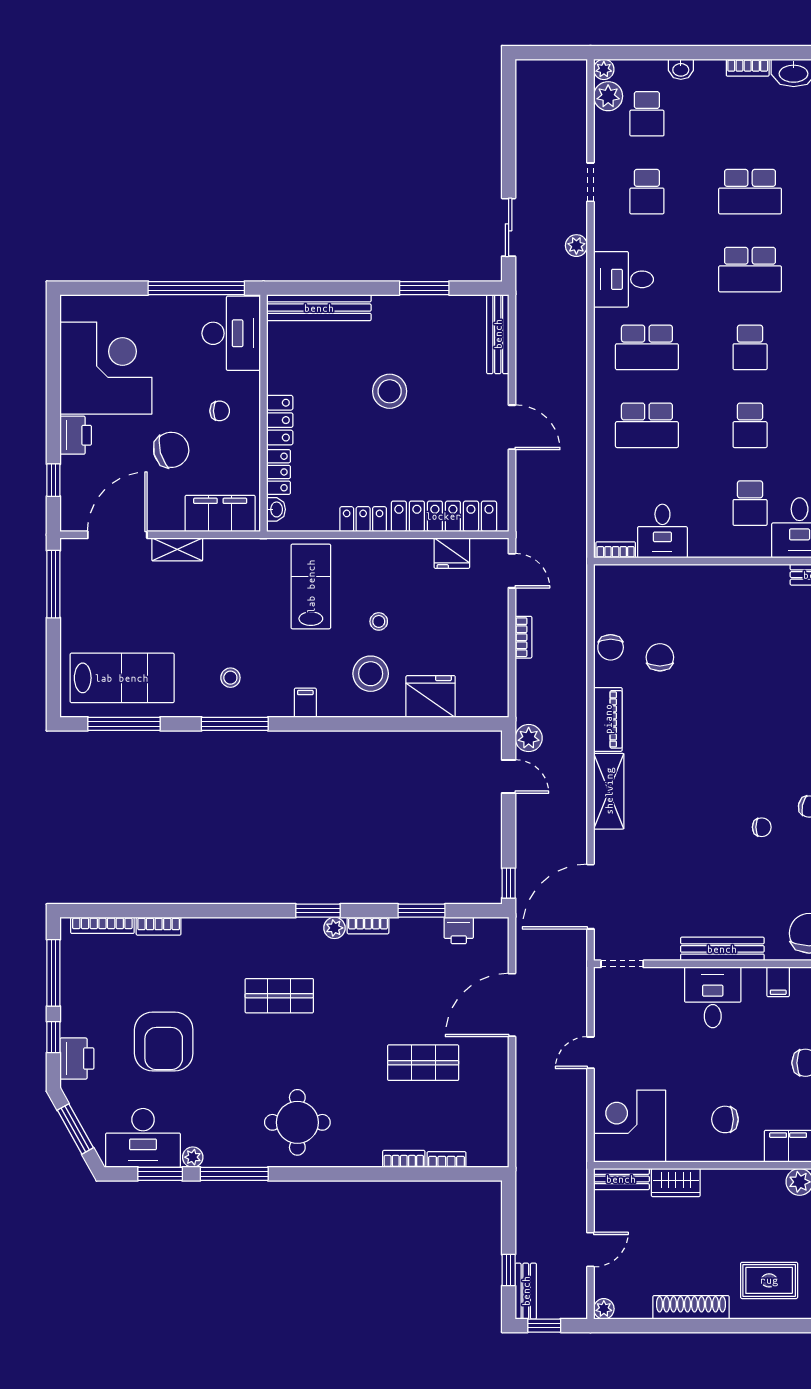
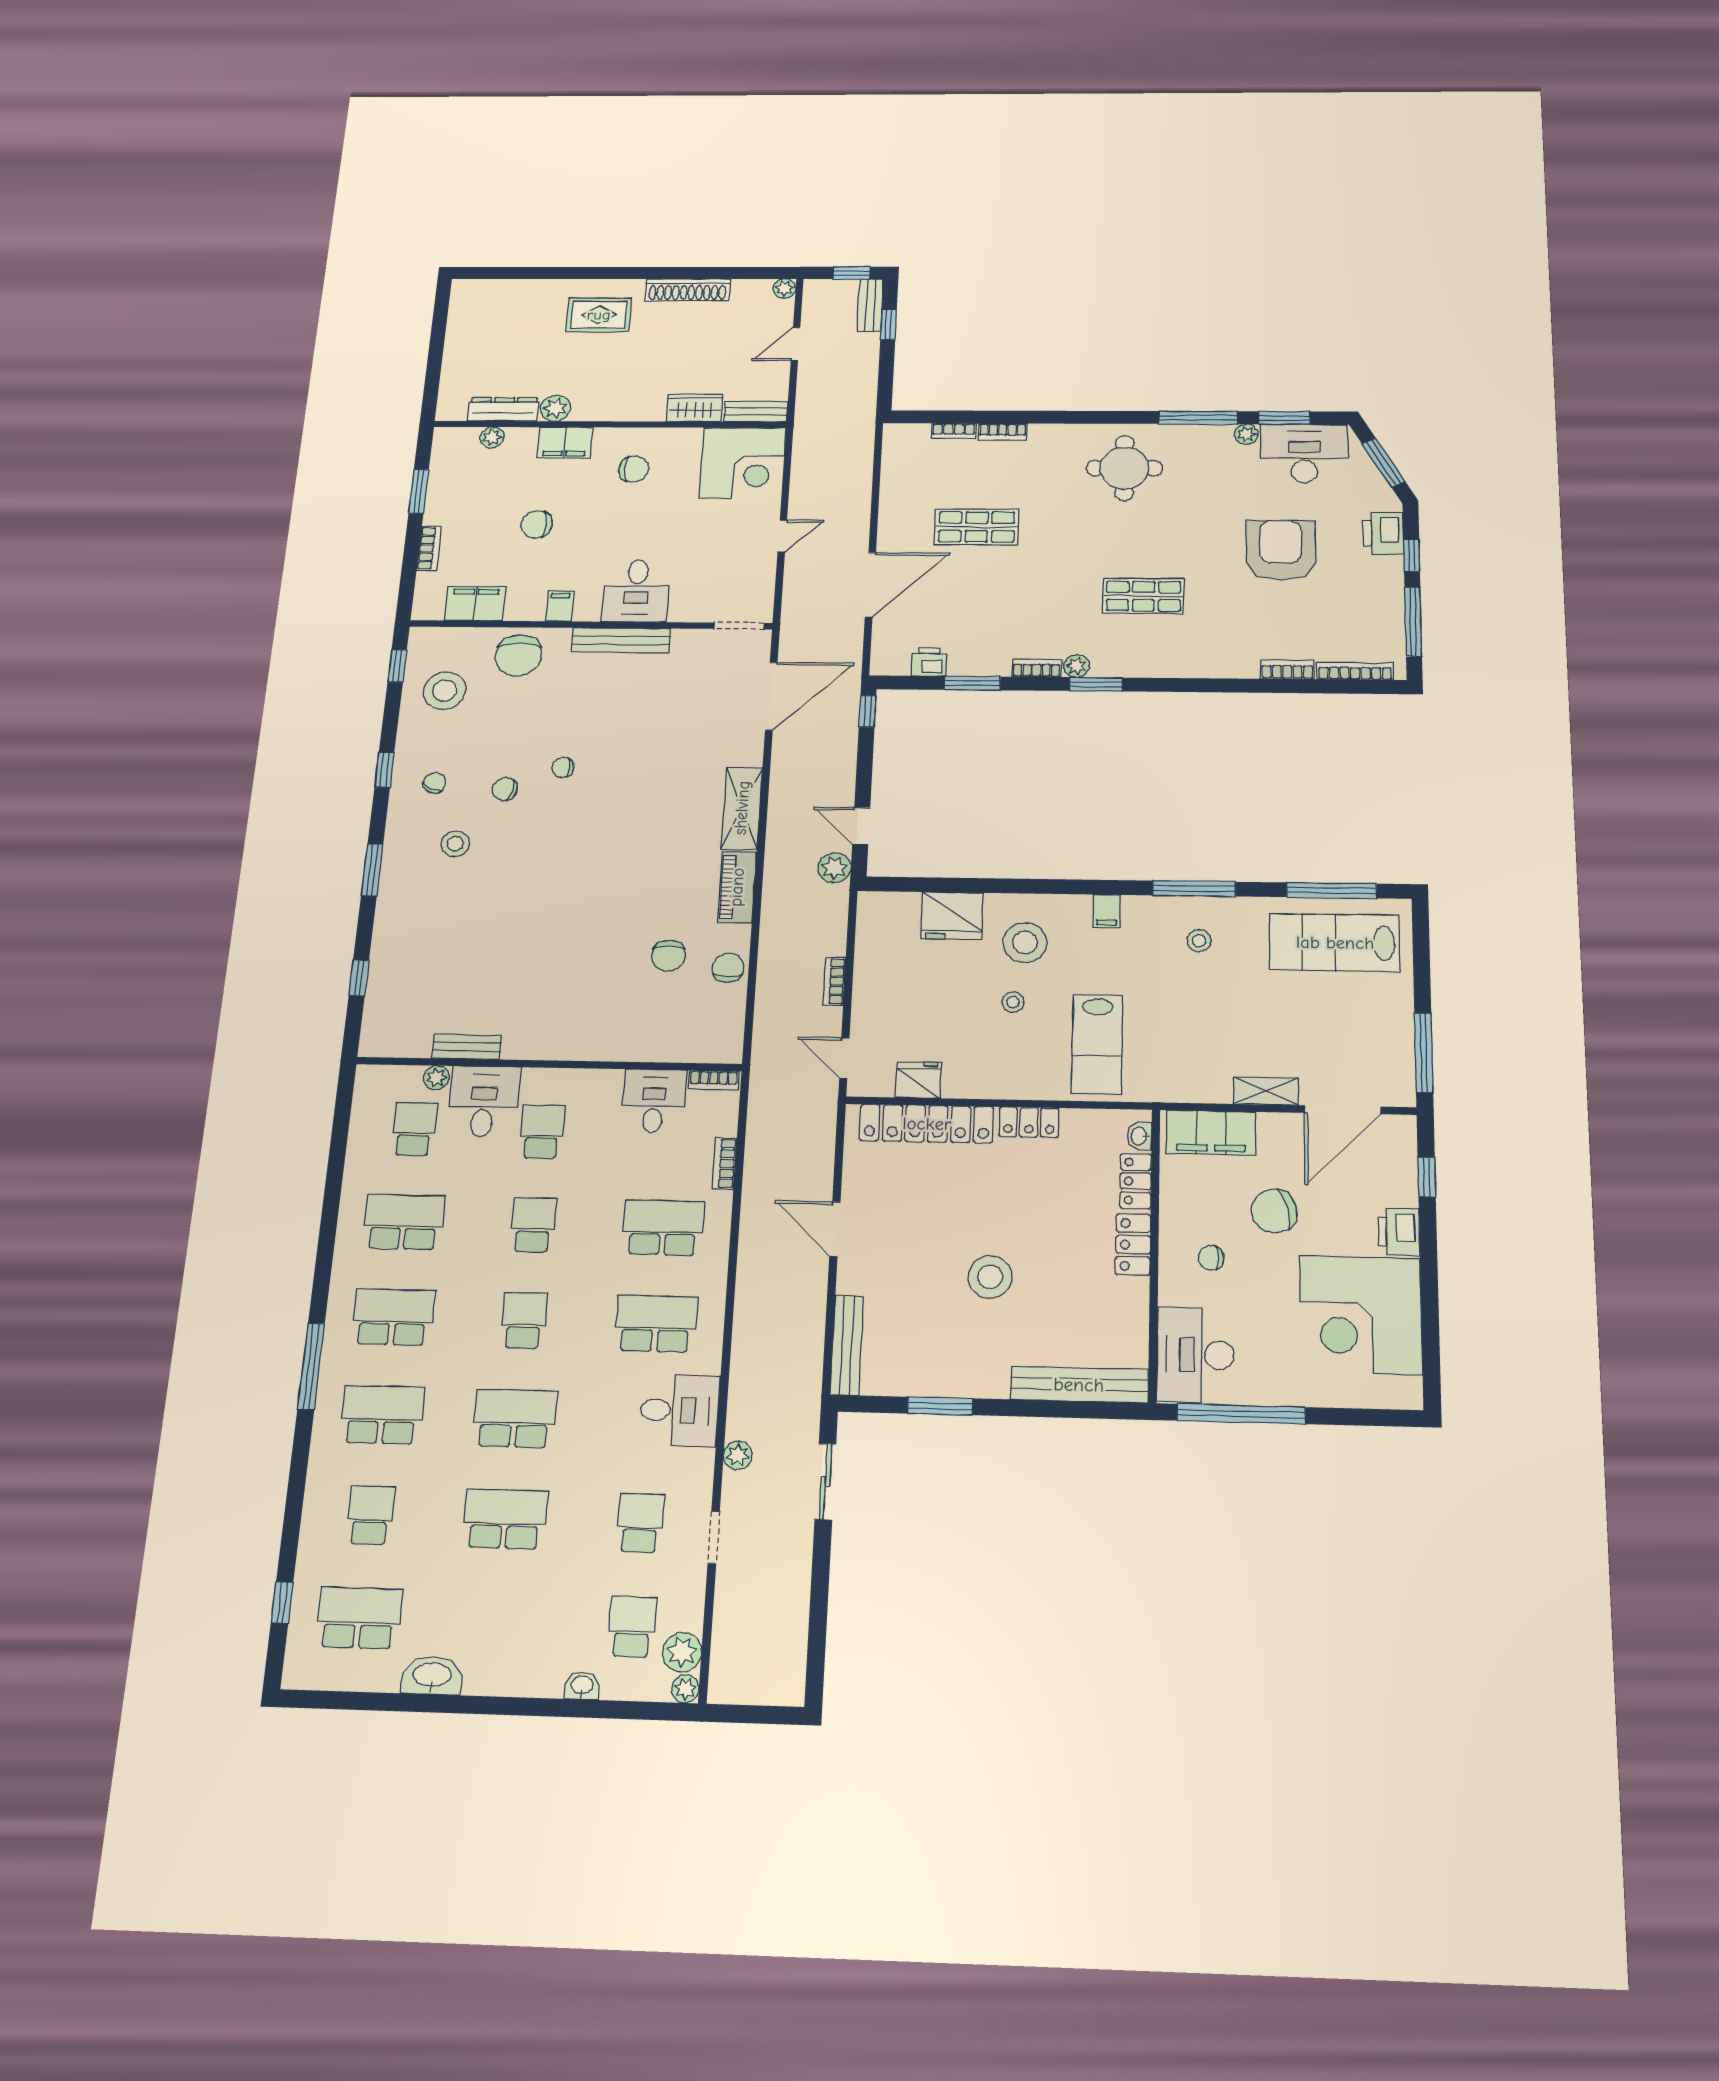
bookcase: (748, 68) -> (725, 1164), moved, turned -90

